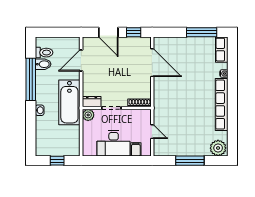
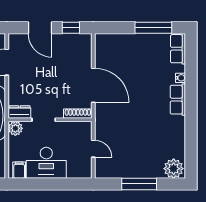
door: (152, 63) -> (93, 85), moved
row of seats: (222, 105) -> (178, 100), width x0.50
filing cabinet: (136, 149) -> (19, 170), moved

